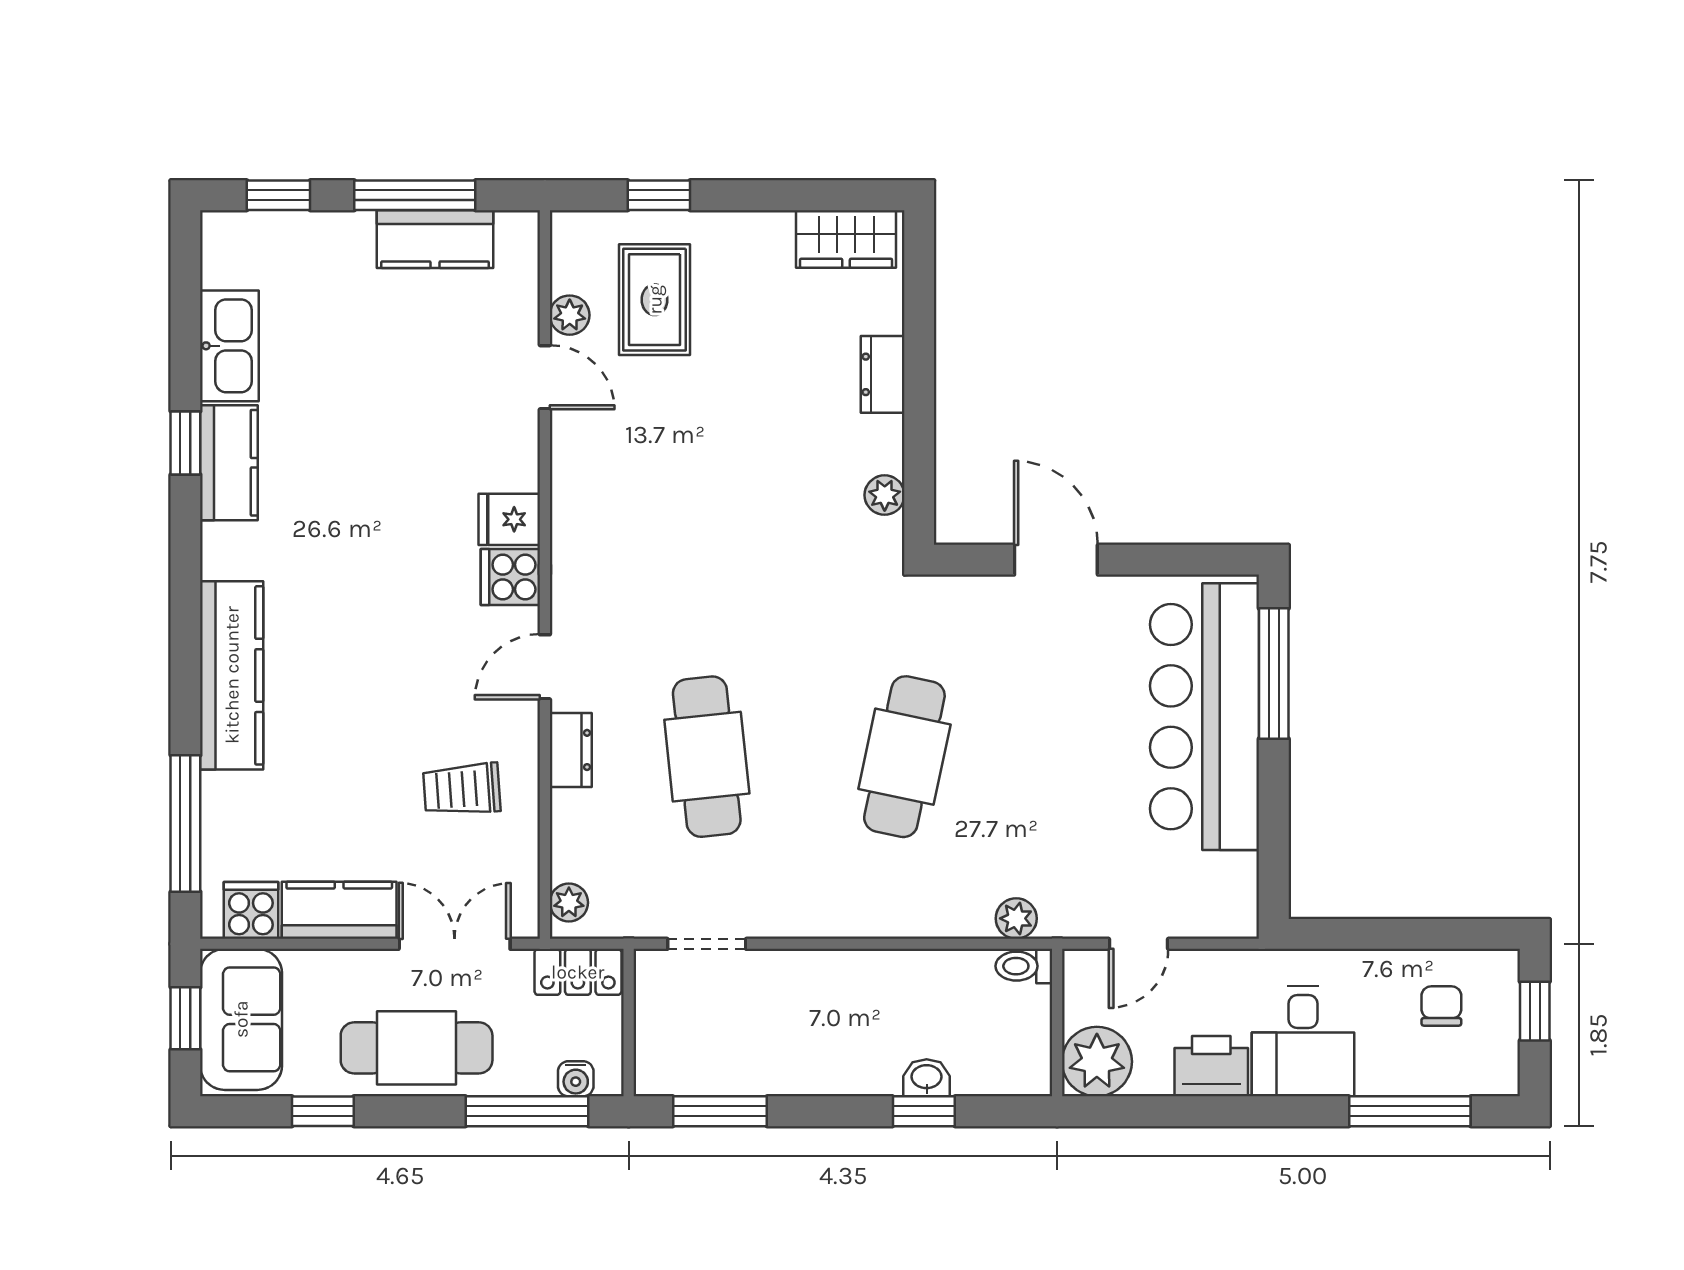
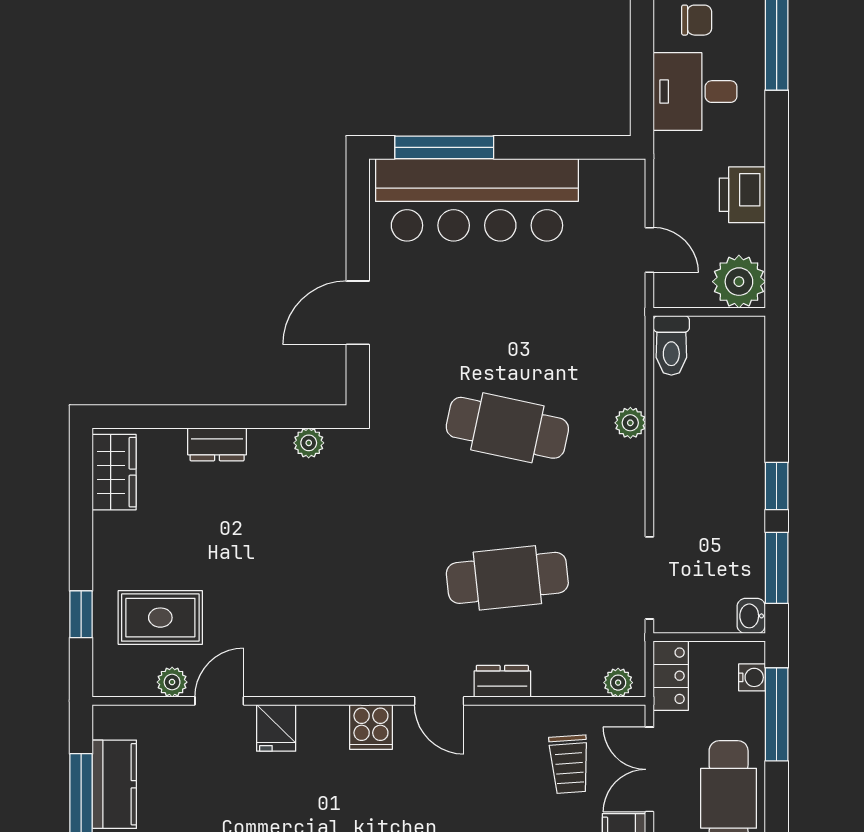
fridge: (509, 519) -> (276, 728), moved
trolley: (462, 789) -> (569, 764), moved
plant: (1016, 918) -> (630, 423), moved
doorway: (707, 944) -> (649, 578), width x1.38
toilet: (1024, 966) -> (671, 345), width x1.37, depth x1.39
chair: (1441, 1006) -> (697, 20), turned 180
desk: (1303, 1041) -> (695, 92), moved, turned 180
washbasin: (927, 1078) -> (751, 616), moved
window: (924, 1111) -> (777, 486), moved

